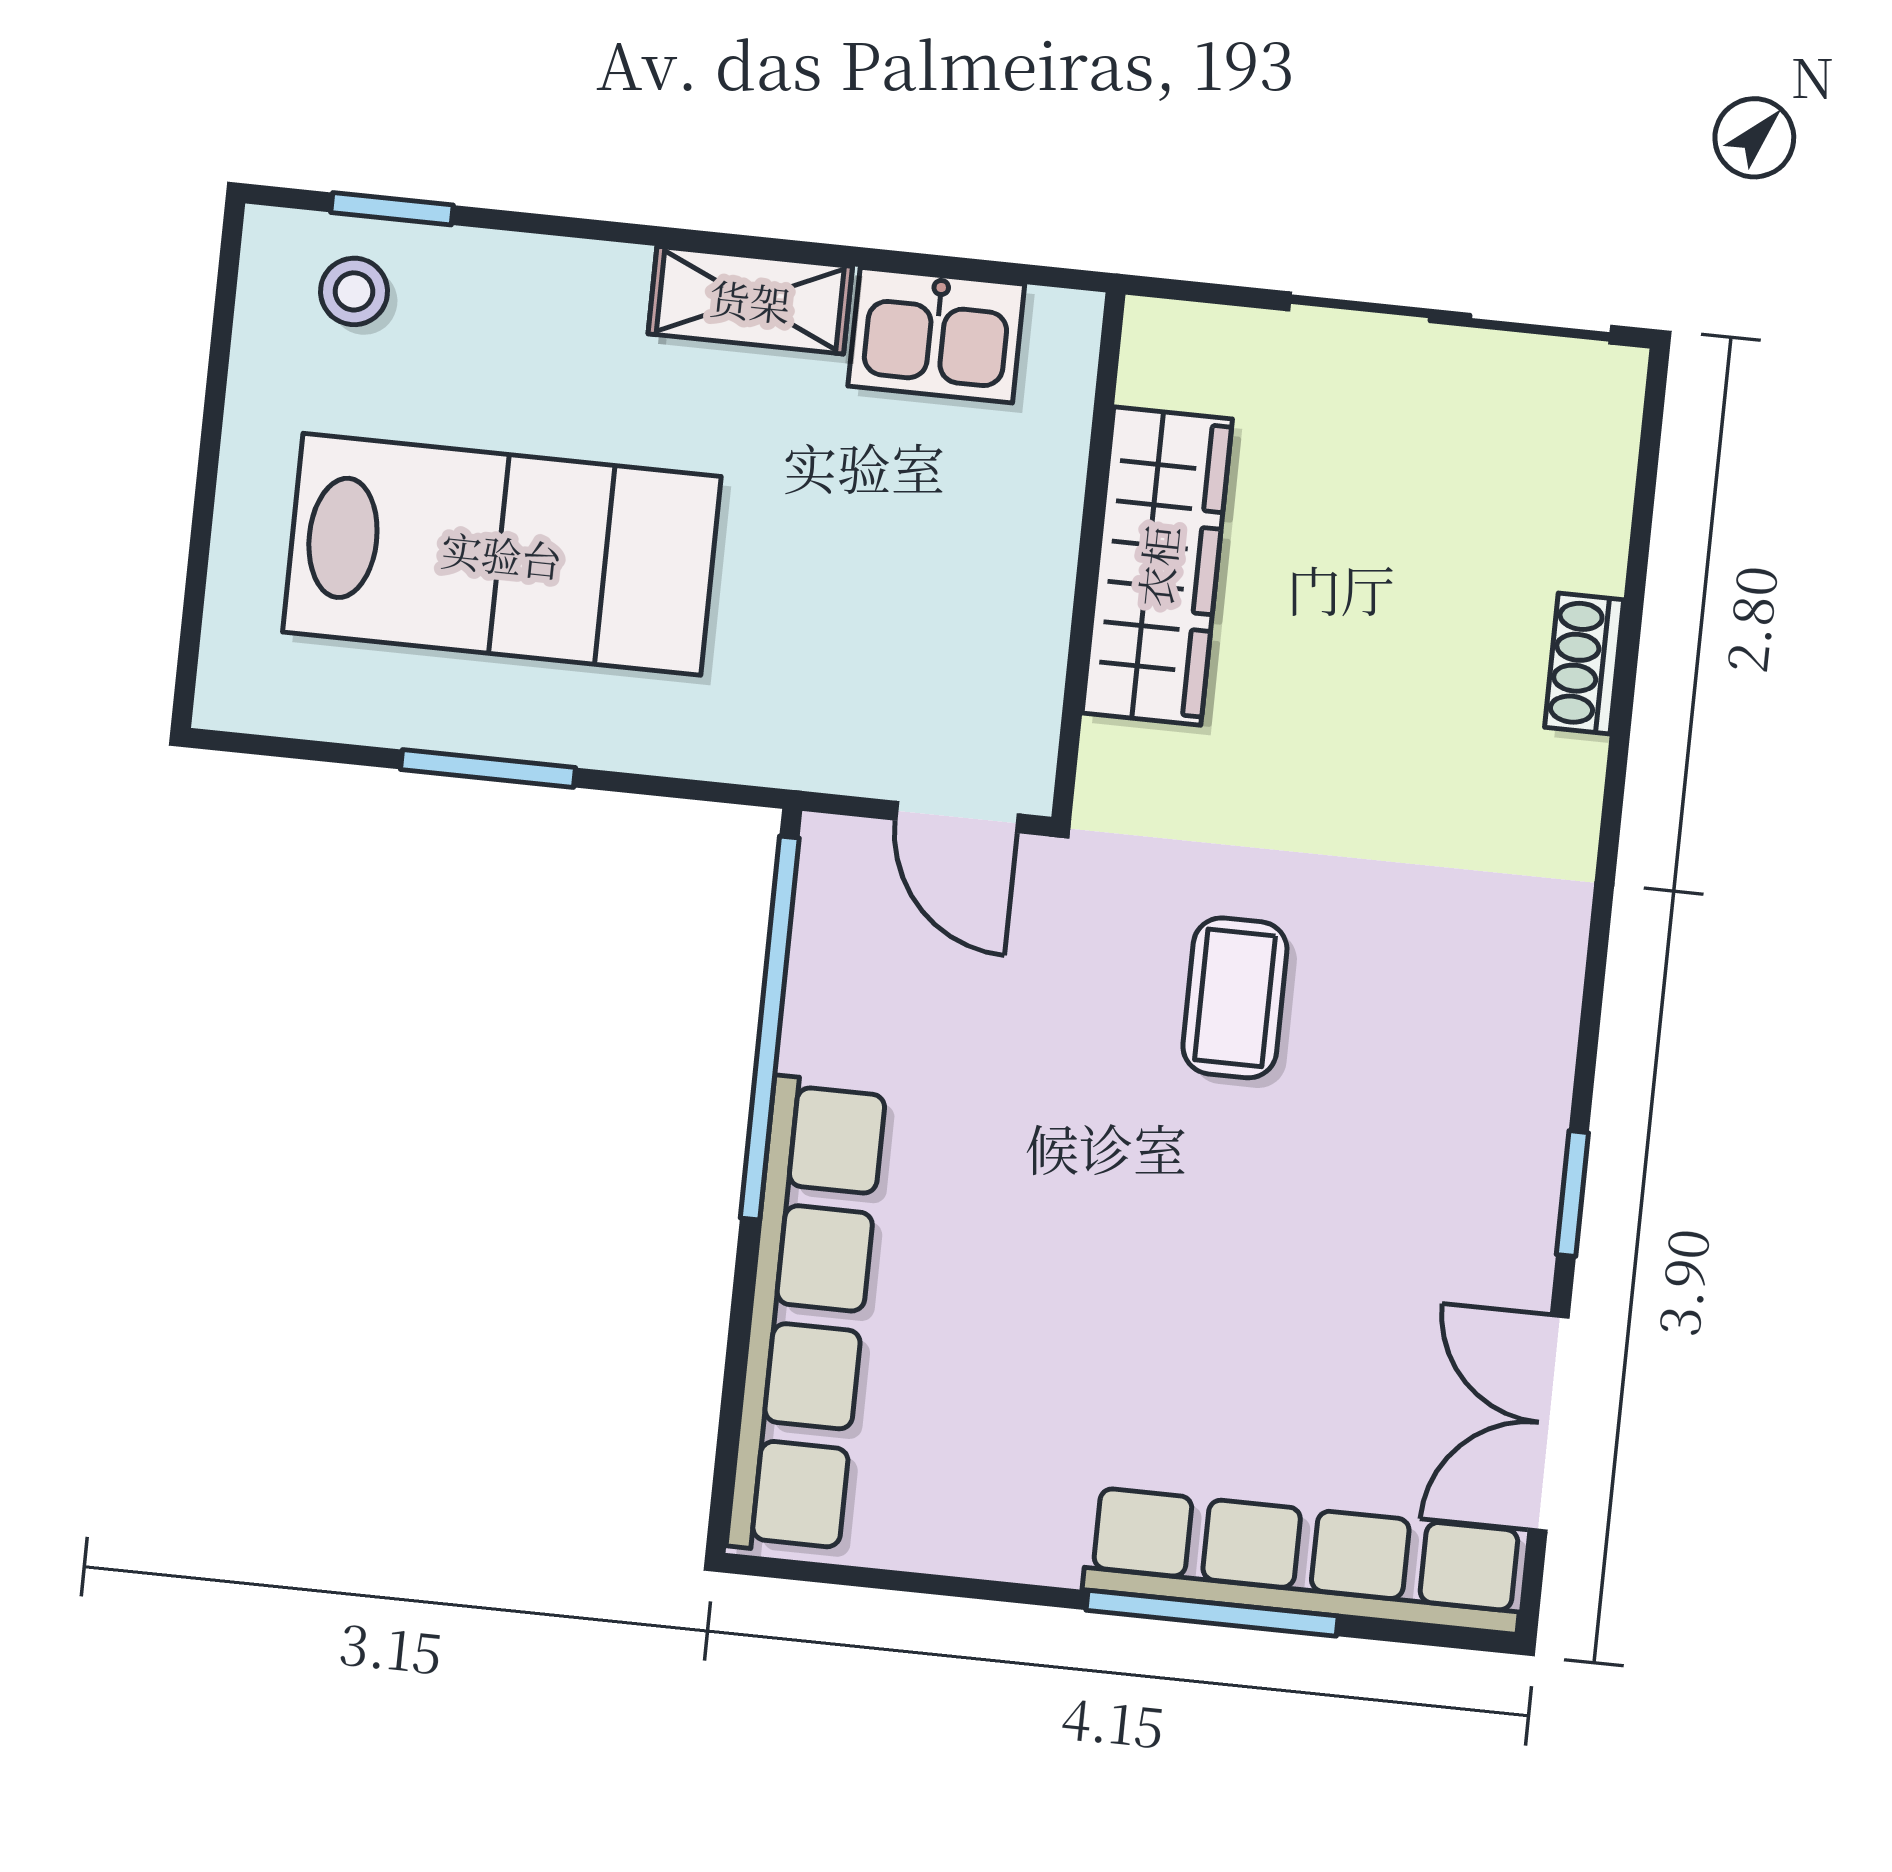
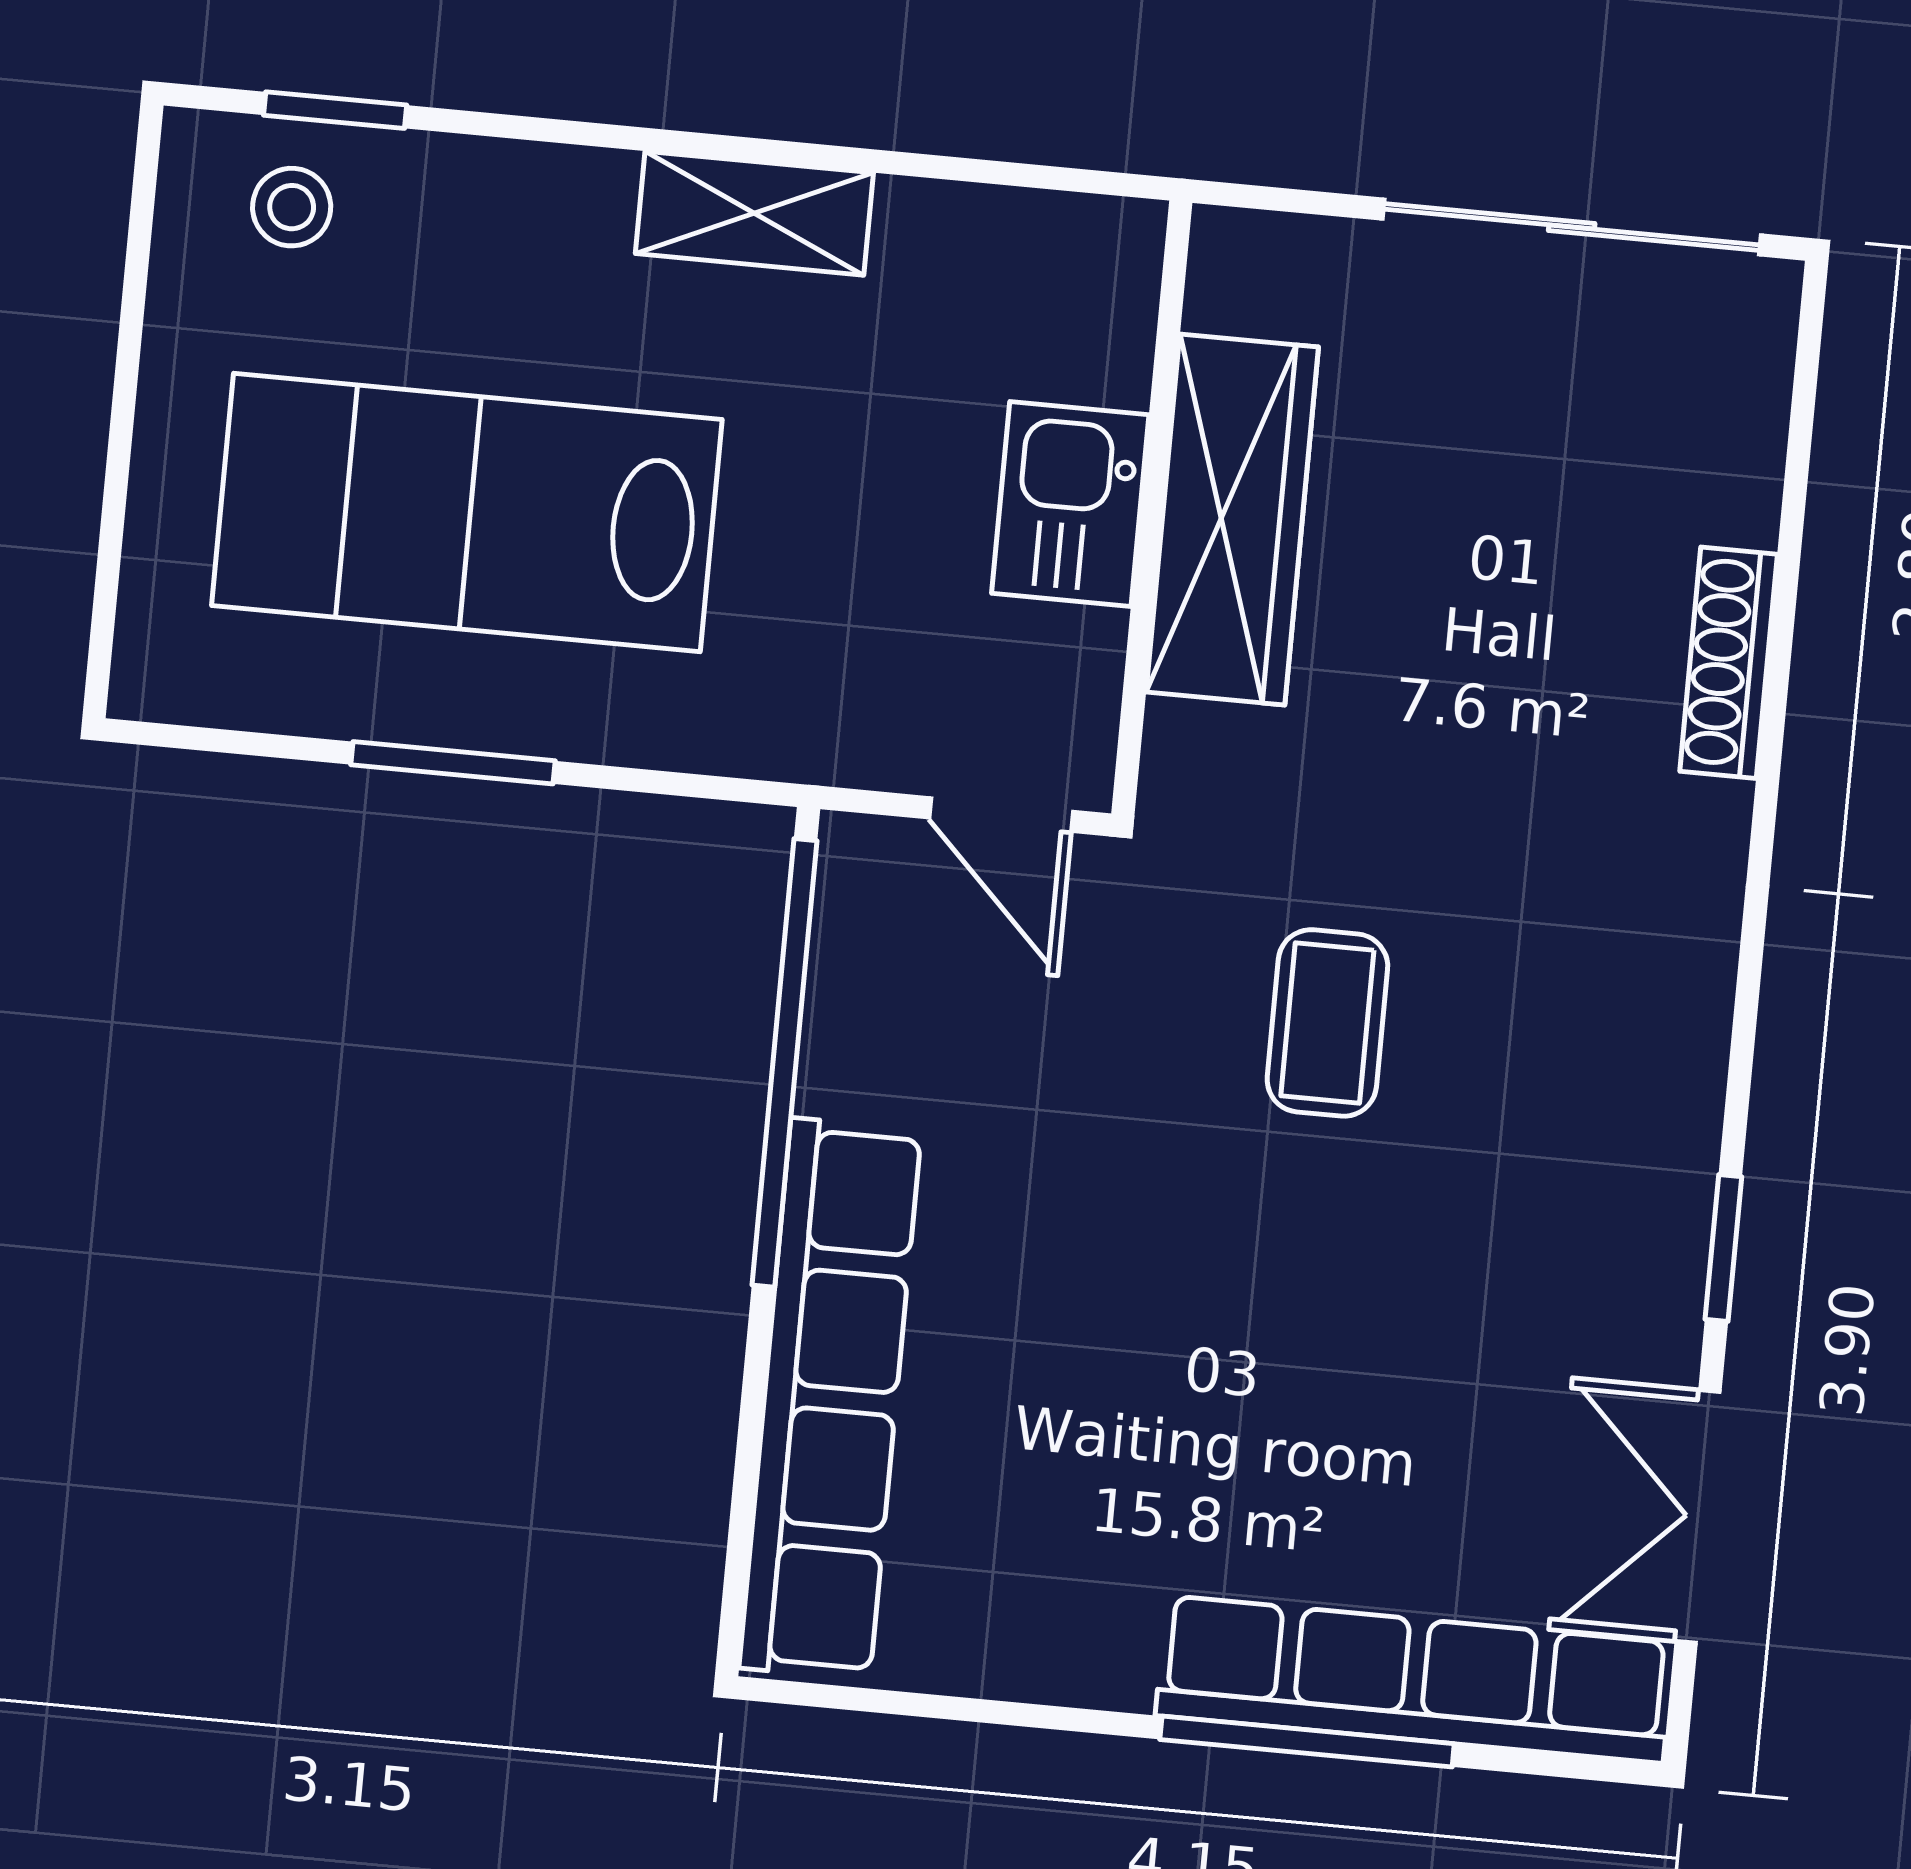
kitchen sink: (936, 335) -> (1070, 504), moved, turned 90
lab bench: (502, 554) -> (467, 513), turned 180
shoe rack: (1584, 664) -> (1729, 663), width x1.43

